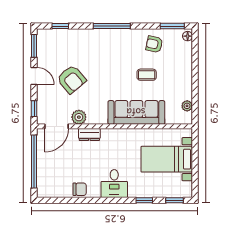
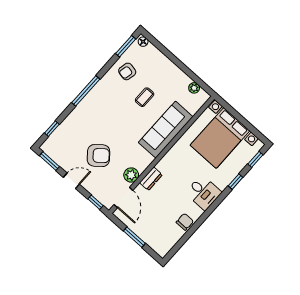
bed with nightstands: (167, 159) -> (220, 138), width x1.36
window: (34, 161) -> (134, 237), width x0.47

